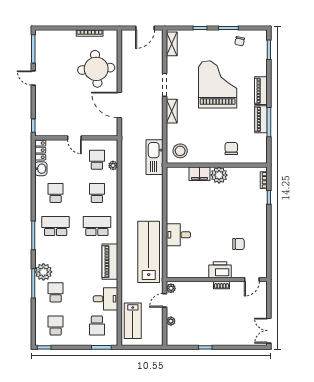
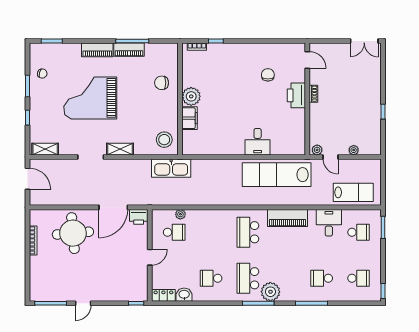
printer: (111, 128) -> (139, 217), added
school desk: (97, 160) -> (174, 232), turned 180
school desk: (97, 193) -> (211, 232), removed
plant: (43, 272) -> (270, 292), moved
school desk: (56, 326) -> (359, 278), turned 180

